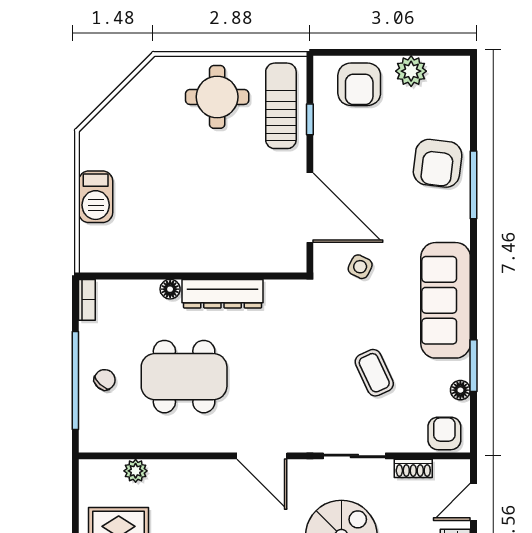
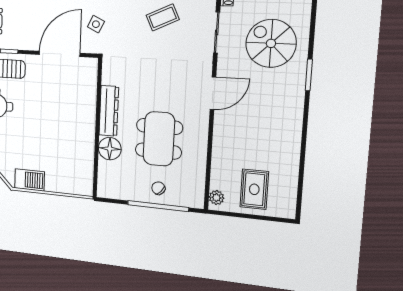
barbecue: (96, 197) -> (30, 180), moved
floor lamp: (170, 289) -> (110, 149), width x1.89, depth x1.89
bookcase: (87, 300) -> (109, 194), removed
plant: (136, 471) -> (216, 198), moved

